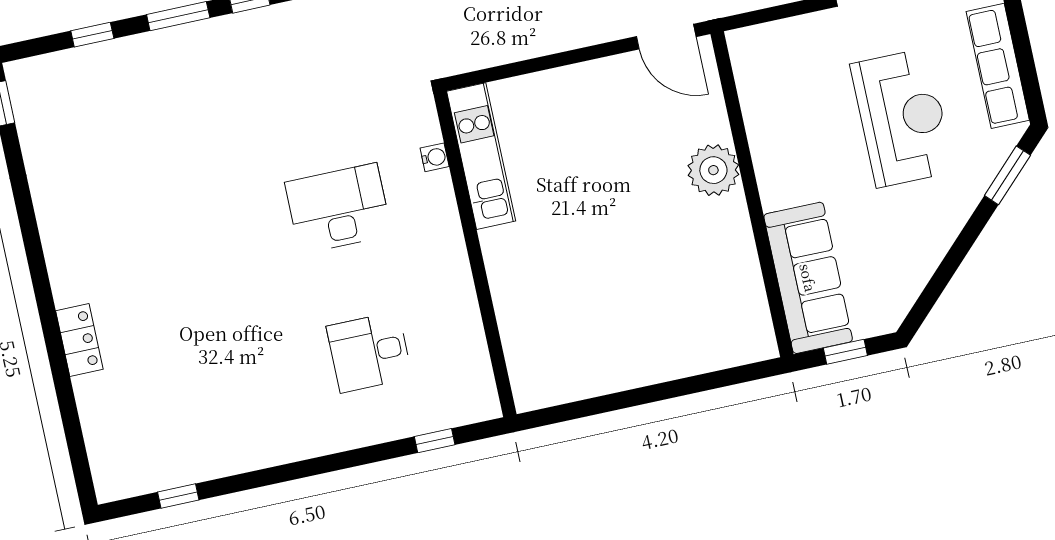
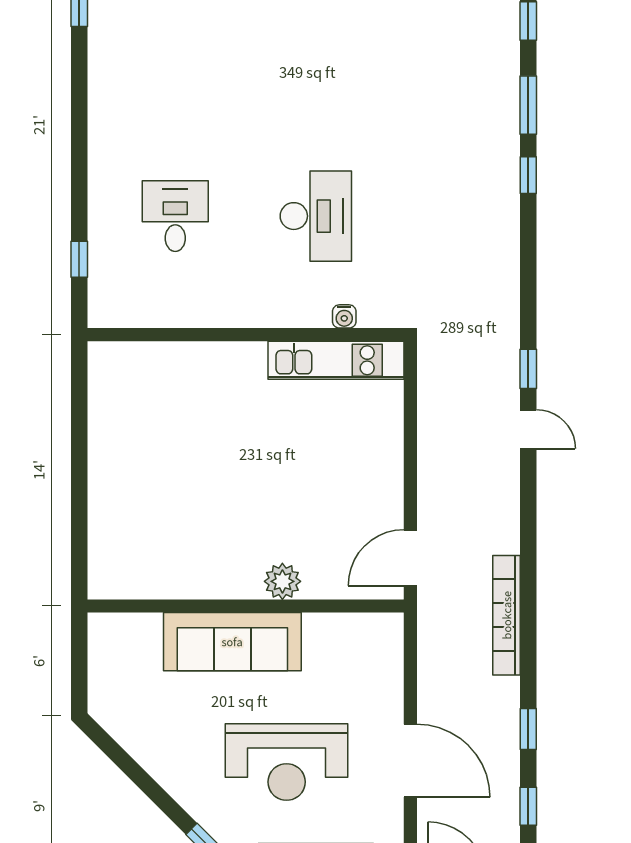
plant: (713, 170) -> (282, 581), width x0.73, depth x0.73
sofa: (808, 278) -> (232, 642), moved
window: (845, 352) -> (79, 661), removed

